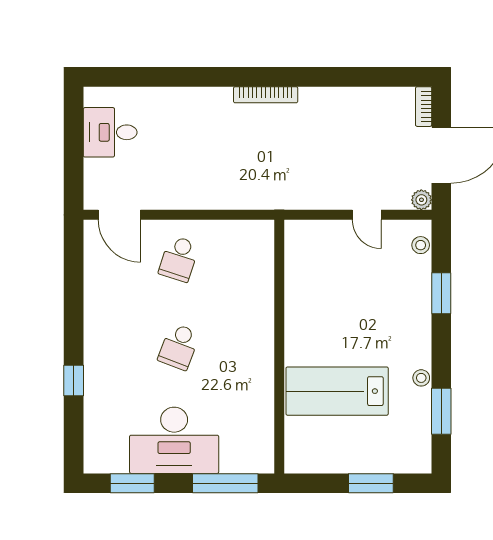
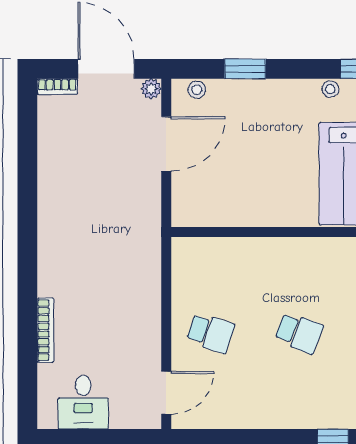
bookcase: (266, 95) -> (45, 330), moved
door: (367, 215) -> (166, 144), width x1.88

